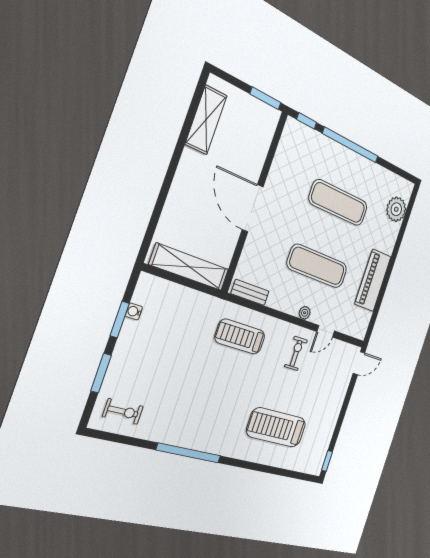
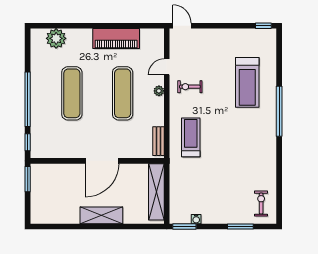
shelving: (206, 120) -> (101, 215), moved
window: (120, 320) -> (184, 226), moved
door: (326, 331) -> (167, 67), swing flipped
treadmill: (240, 337) -> (191, 137), turned 180
window: (189, 453) -> (279, 111), moved

